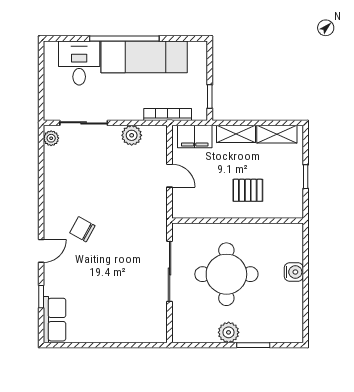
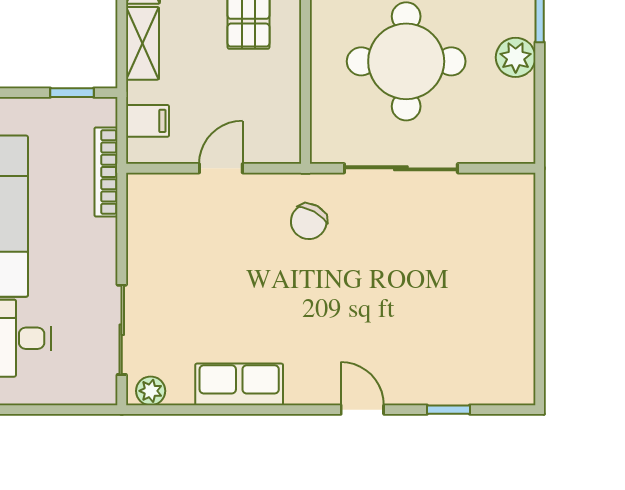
plant: (132, 135) -> (145, 240), removed
filing cabinet: (195, 137) -> (147, 121), width x0.50
chair: (82, 229) -> (309, 221), moved
row of seats: (55, 320) -> (239, 384), moved

